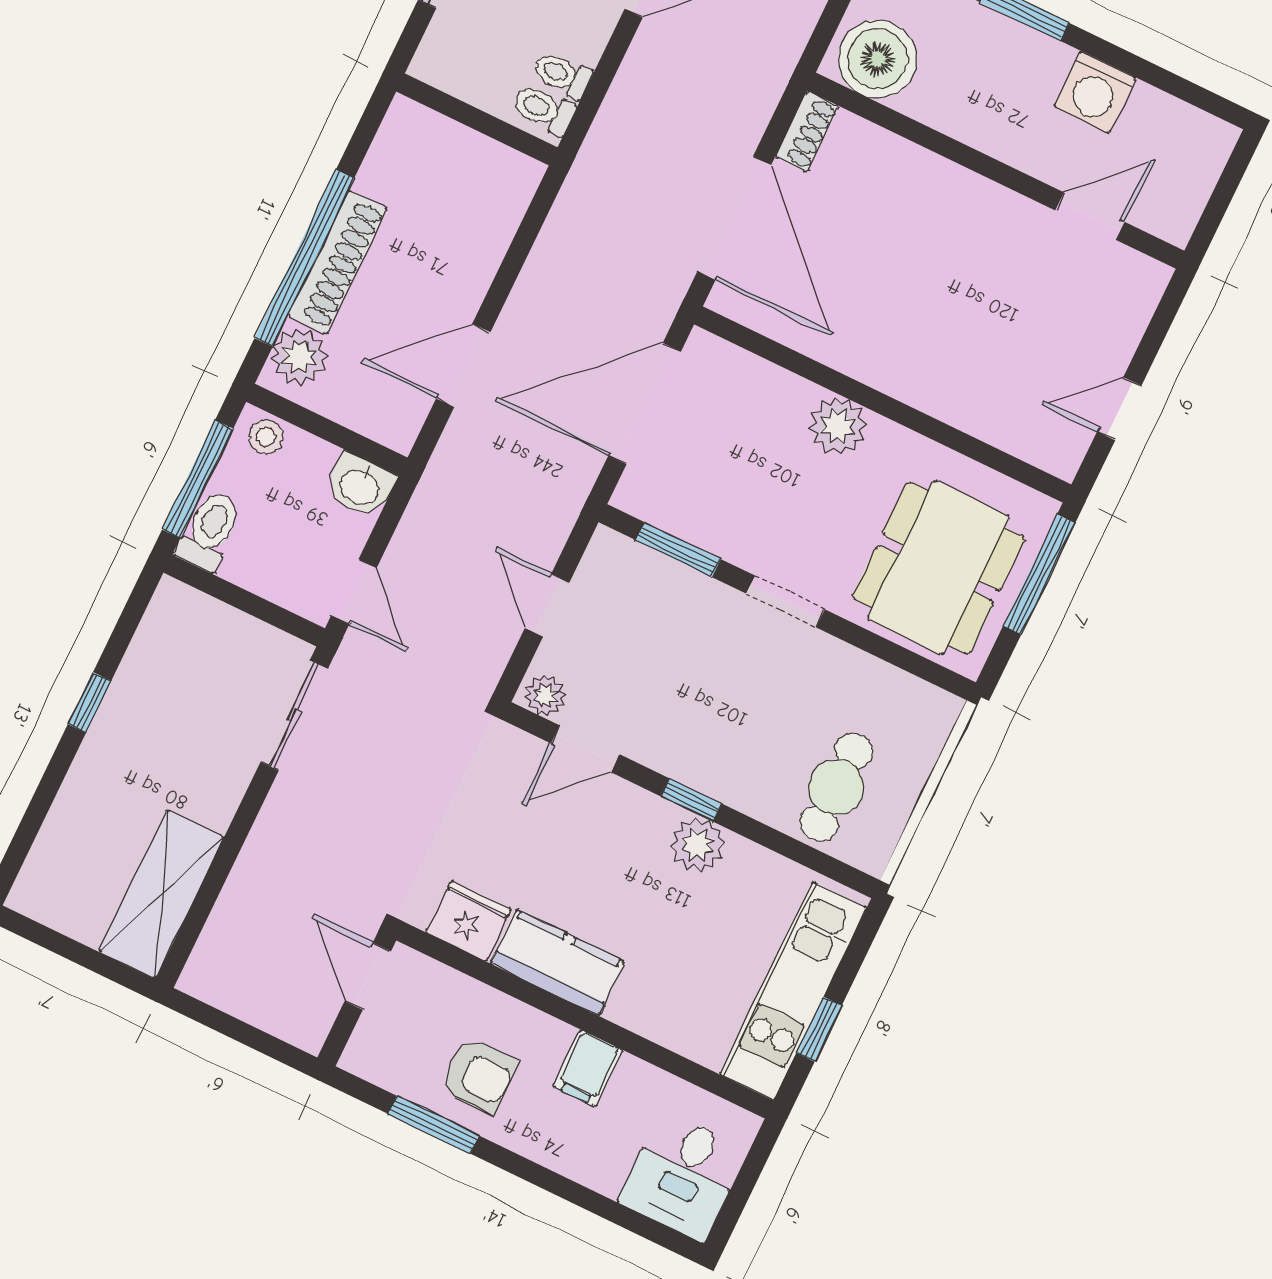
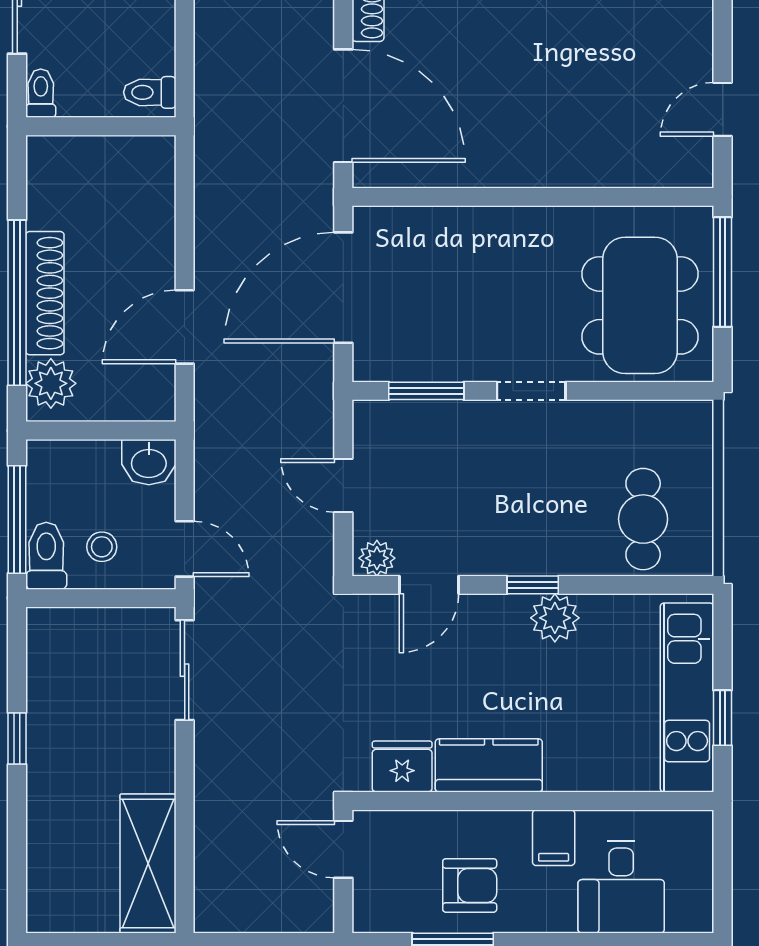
toilet: (562, 75) -> (41, 93), moved, turned 90
plant: (838, 426) -> (505, 231), removed
stool: (266, 437) -> (102, 547), moved
desk: (683, 1176) -> (621, 887), moved

